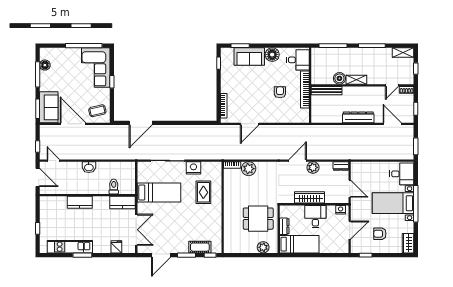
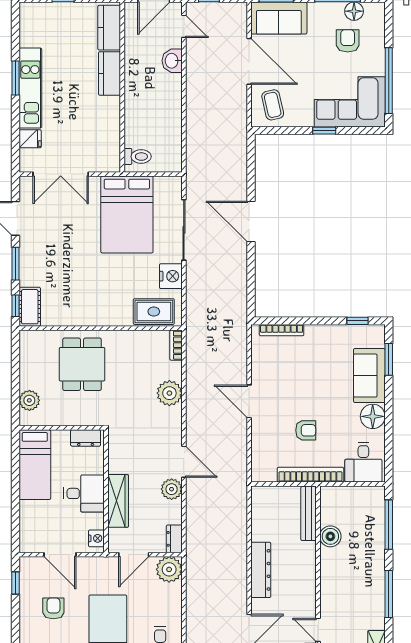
armchair: (61, 69) -> (348, 41), added
shelving: (356, 80) -> (328, 567), removed
door: (141, 123) -> (251, 222), moved
door: (73, 124) -> (249, 61), hinge flipped
door: (250, 124) -> (249, 401), moved
door: (53, 161) -> (184, 26), hinge flipped
washbasin: (89, 167) -> (172, 61), moved
plant: (249, 169) -> (169, 393), moved
plant: (358, 169) -> (169, 569), added
toilet: (114, 187) -> (138, 157), moved
rug: (203, 192) -> (154, 312), moved
bed: (159, 193) -> (127, 214), width x1.50
wardrobe: (309, 197) -> (118, 501), moved
kitchen counter: (123, 202) -> (109, 28), moved
dining table: (258, 219) -> (82, 364), moved
dresser: (284, 226) -> (86, 438), moved
kitchen unit: (70, 247) -> (30, 88), moved
cot: (200, 247) -> (30, 307), moved

